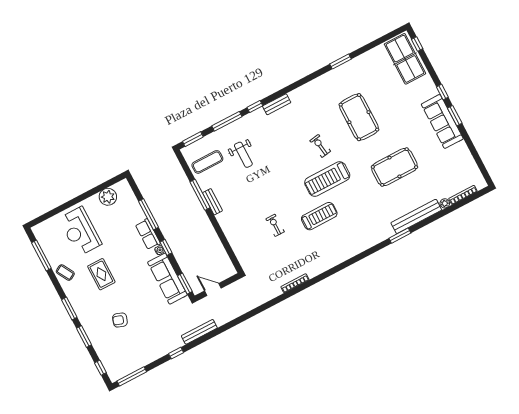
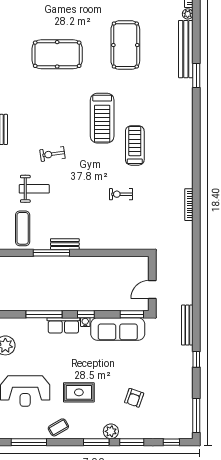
exercise bike: (320, 146) -> (53, 154), moved
plant: (84, 316) -> (111, 431), added

